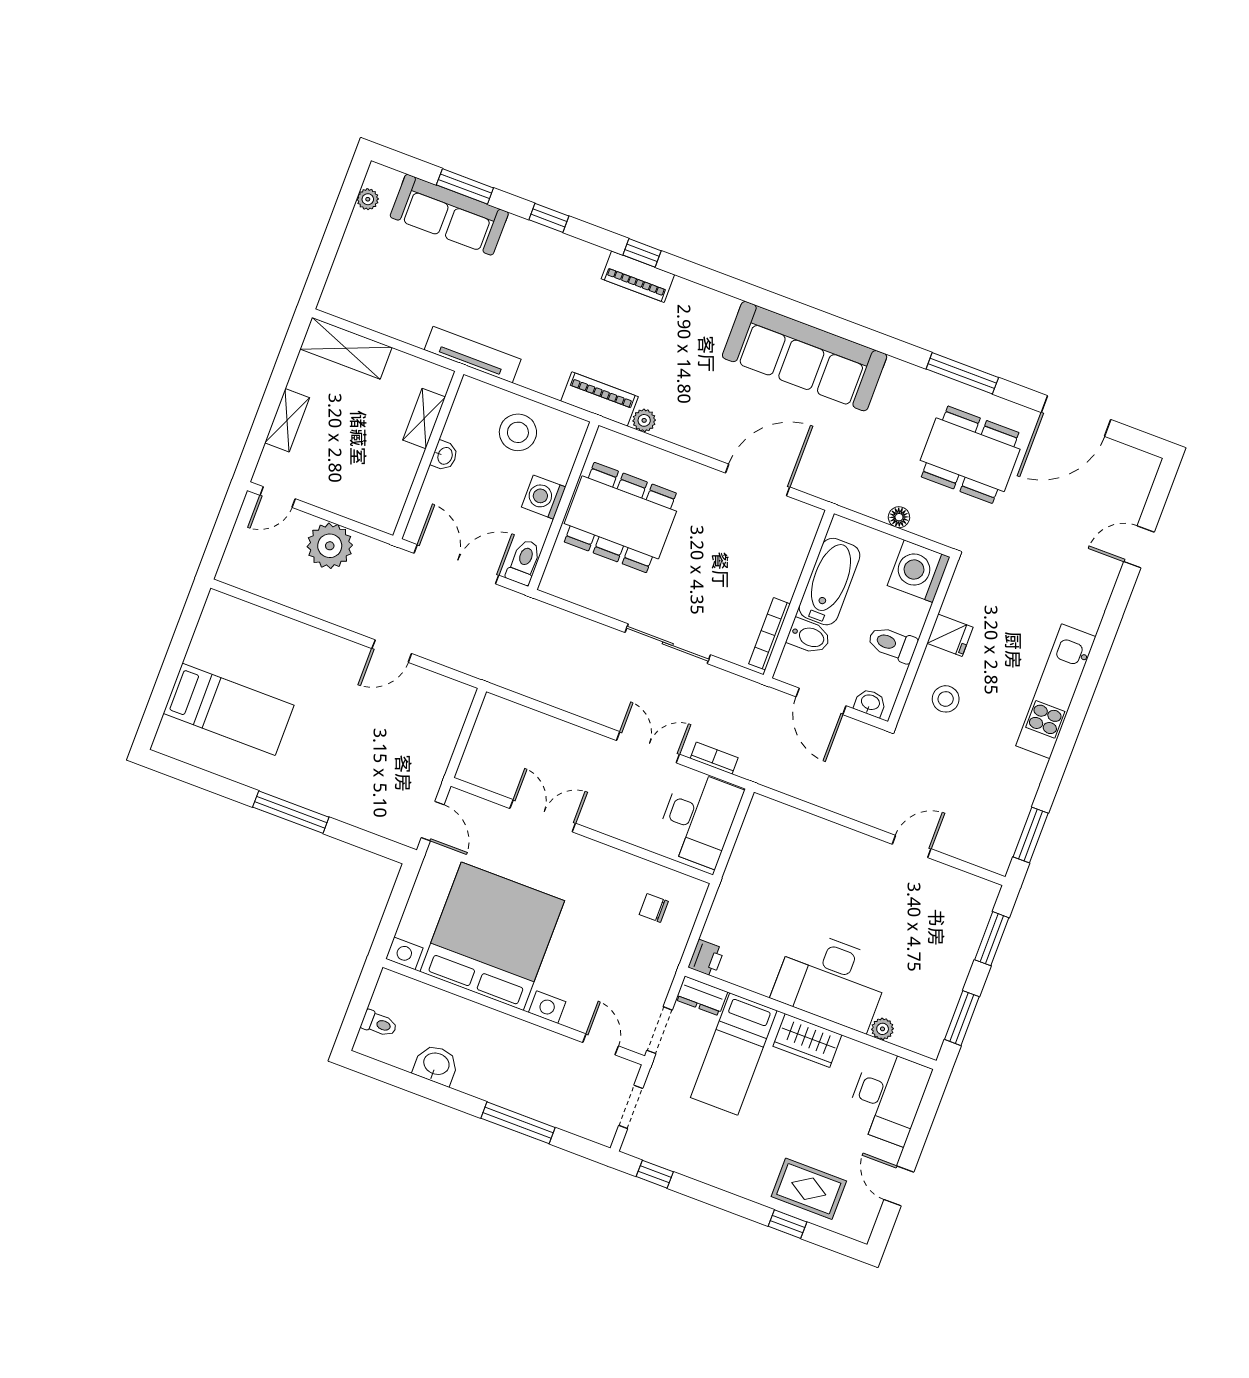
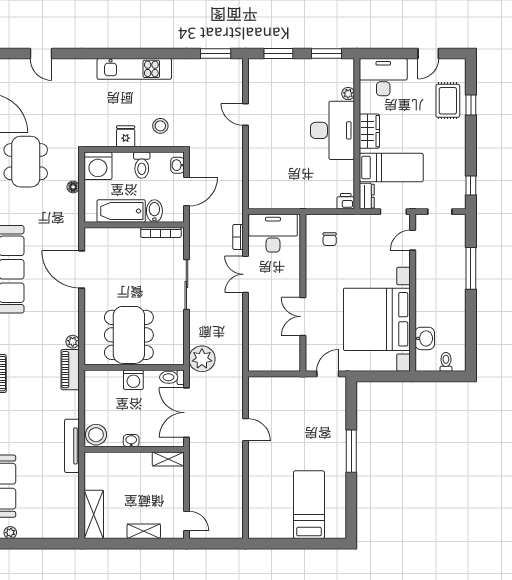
shelving: (424, 418) -> (168, 459), moved
stool: (518, 432) -> (96, 435), moved
plant: (330, 546) -> (202, 359), moved
washbasin: (436, 1065) -> (425, 338), moved, turned 180

